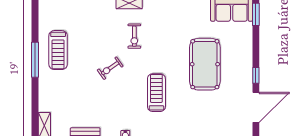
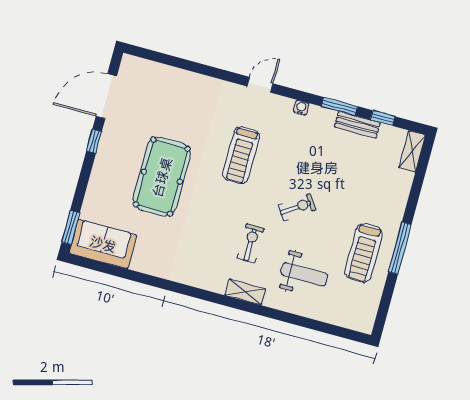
weight bench: (93, 25) -> (304, 274), added
treadmill: (58, 50) -> (364, 253), turned 180

